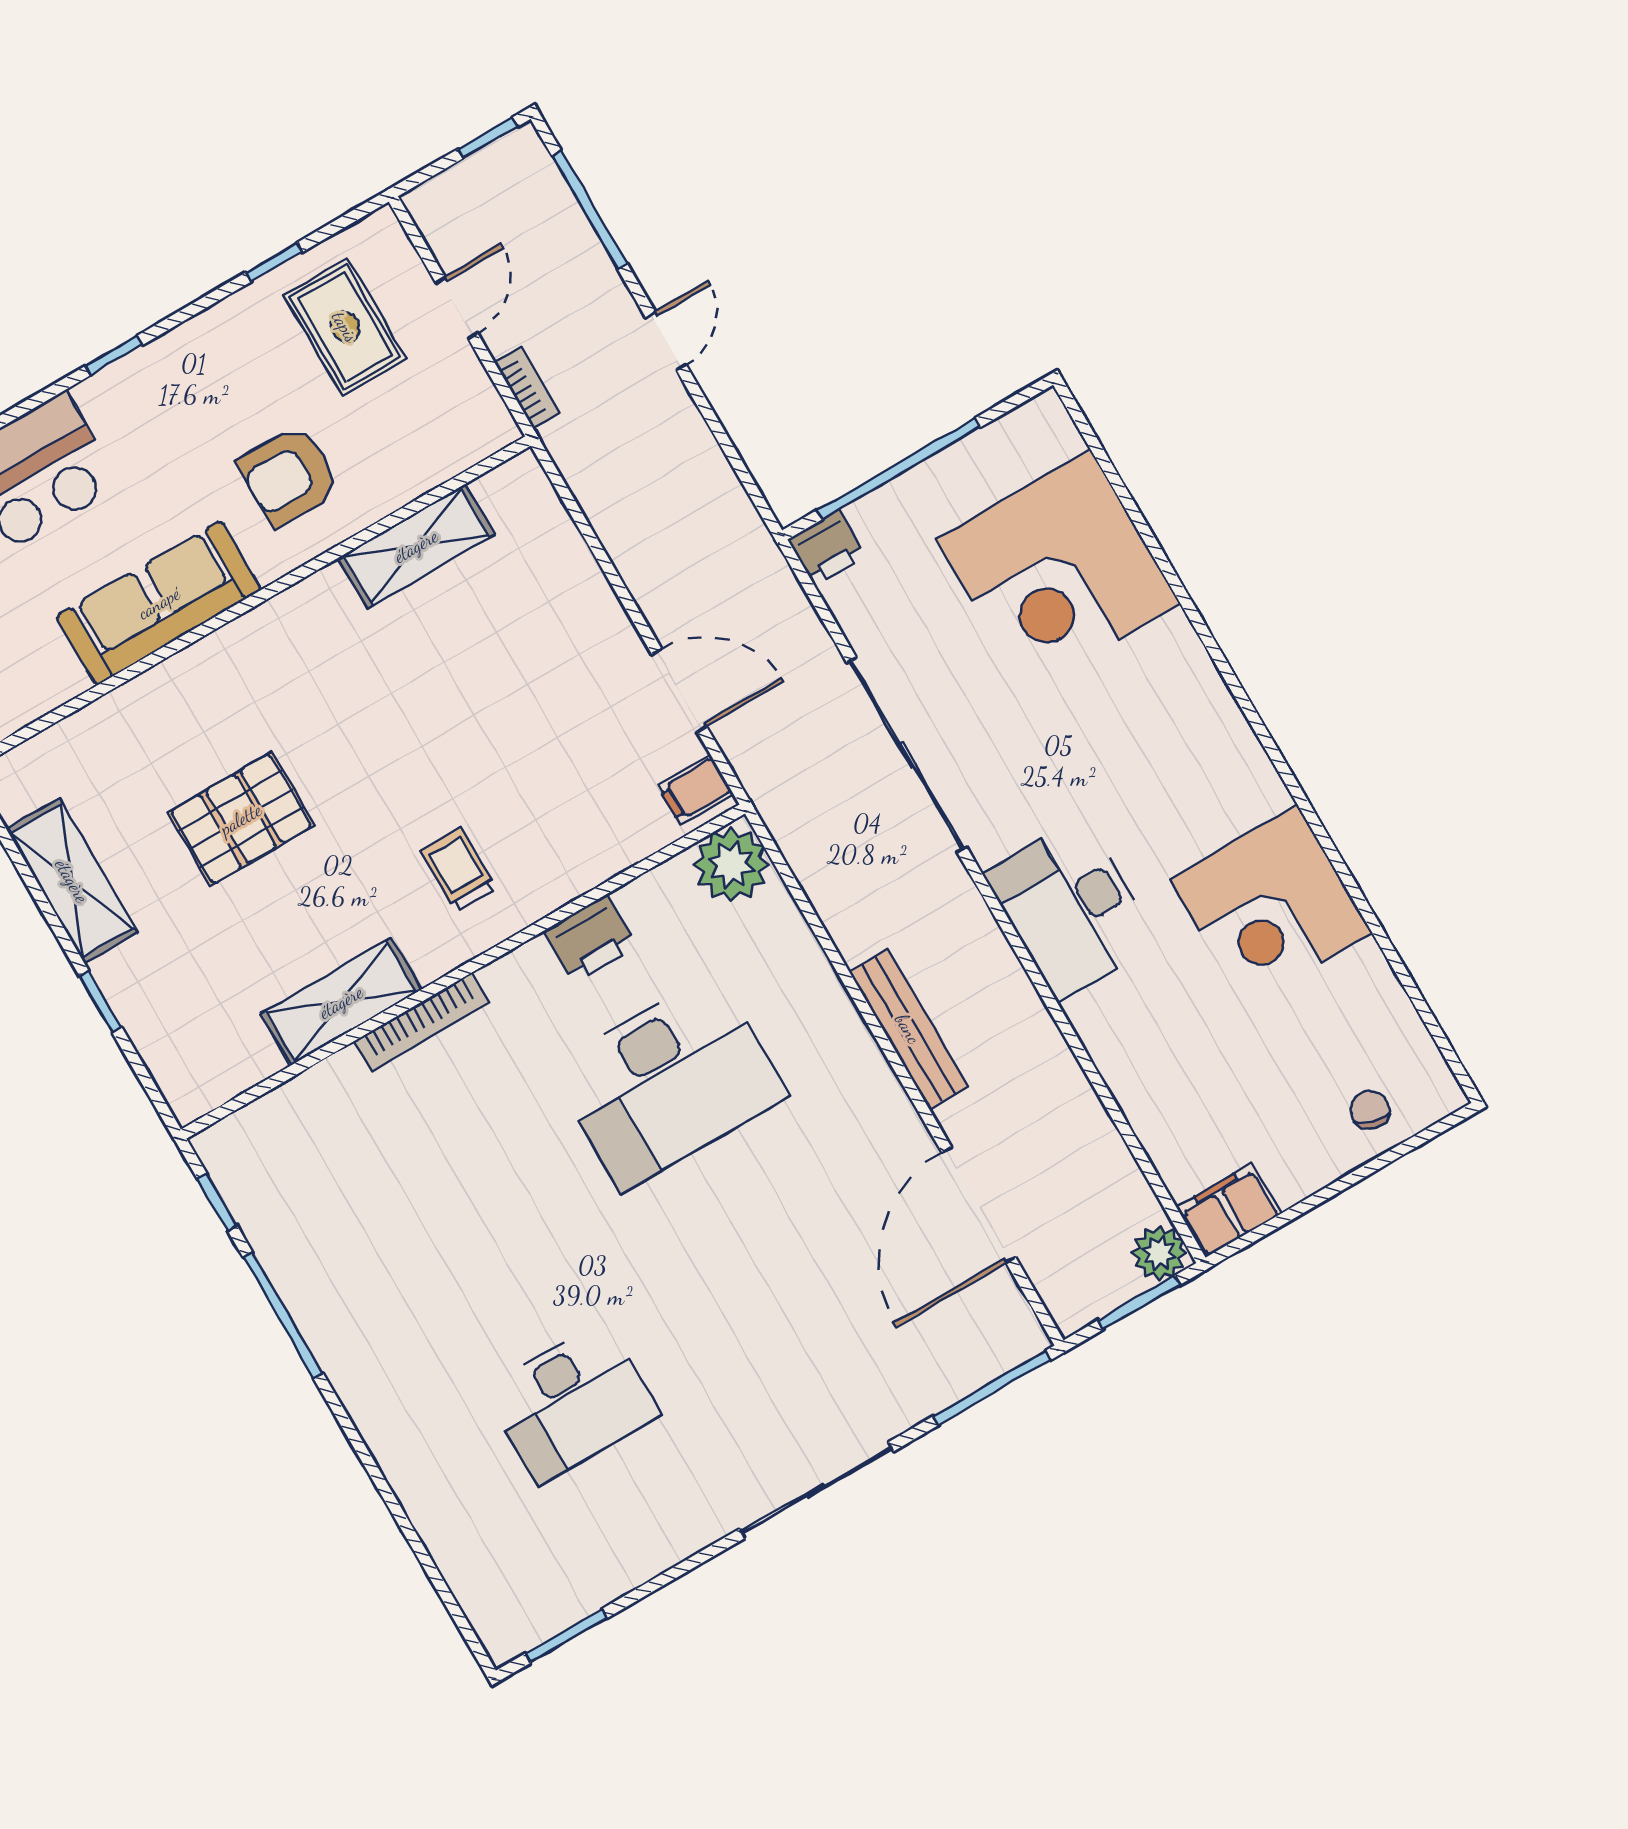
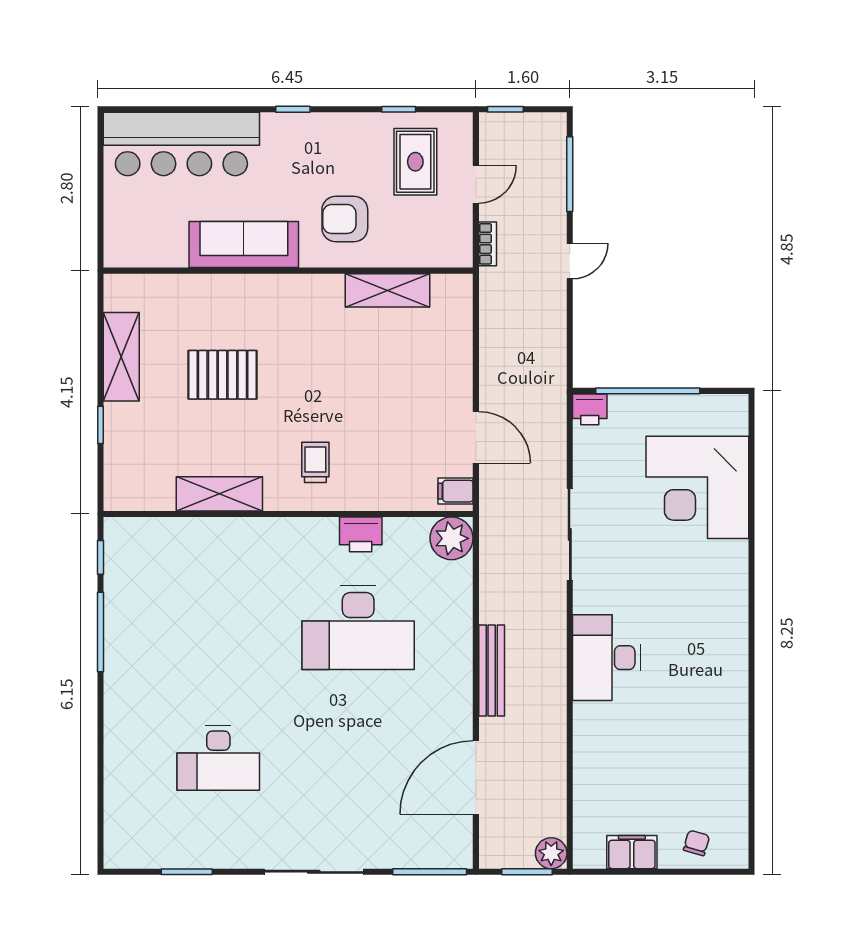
window: (488, 138) -> (505, 109), moved
sliding door: (907, 755) -> (570, 534), width x0.73
corner desk: (1271, 906) -> (706, 714), removed
bookcase: (422, 1022) -> (253, 527), removed
filing cabinet: (1229, 1211) -> (632, 852), moved
window: (566, 1636) -> (187, 872), moved

